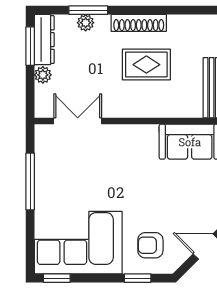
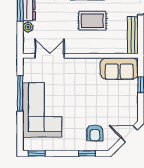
corner sofa: (78, 243) -> (42, 110), moved, turned 90
armchair: (150, 245) -> (95, 133), turned -90

